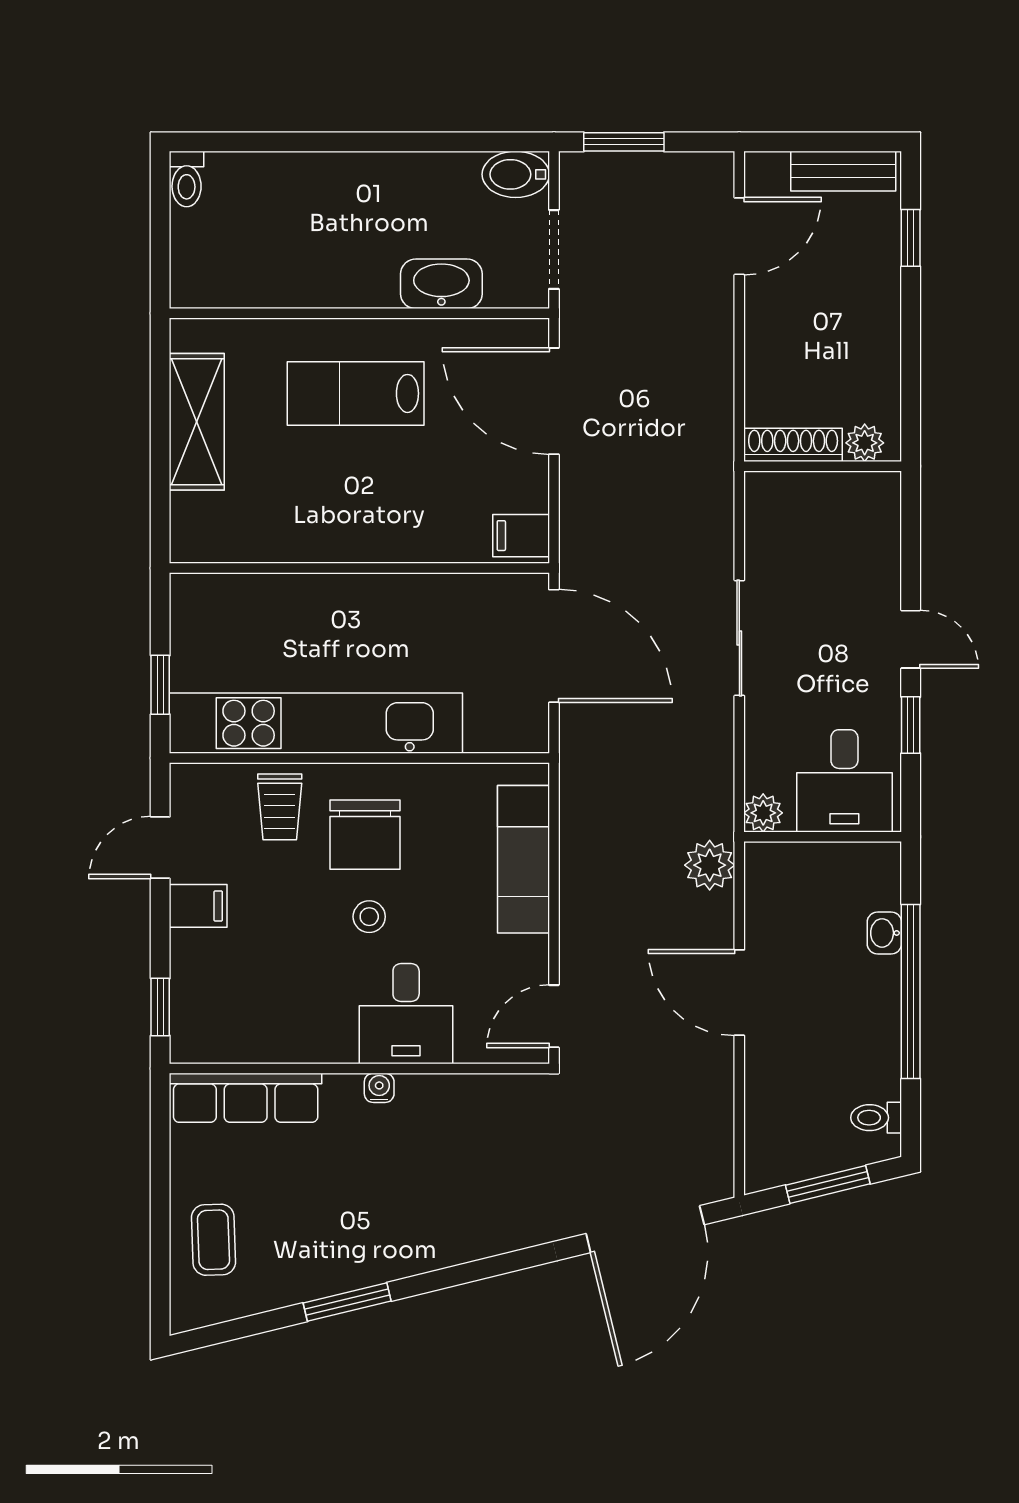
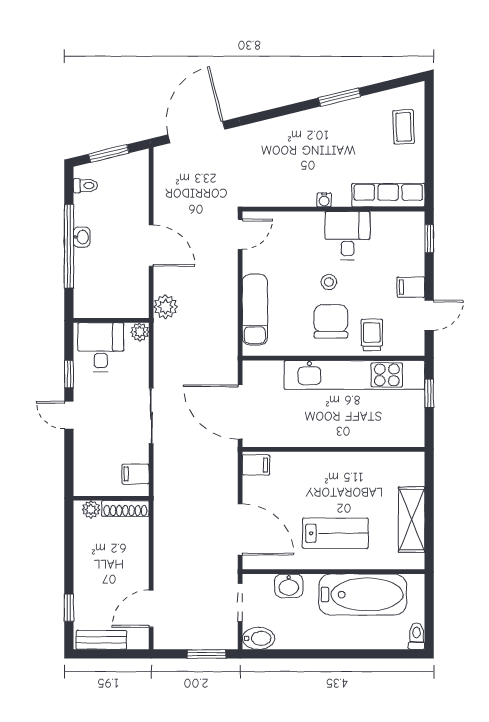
bathtub: (299, 266) -> (363, 595), added
washbasin: (441, 284) -> (289, 586), width x0.72
filing cabinet: (772, 517) -> (136, 474), added
washbasin: (884, 933) -> (82, 237), moved
desk: (406, 1014) -> (347, 236), moved

